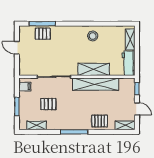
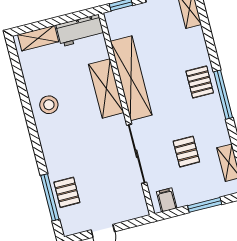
pallet: (100, 121) -> (200, 82), moved

